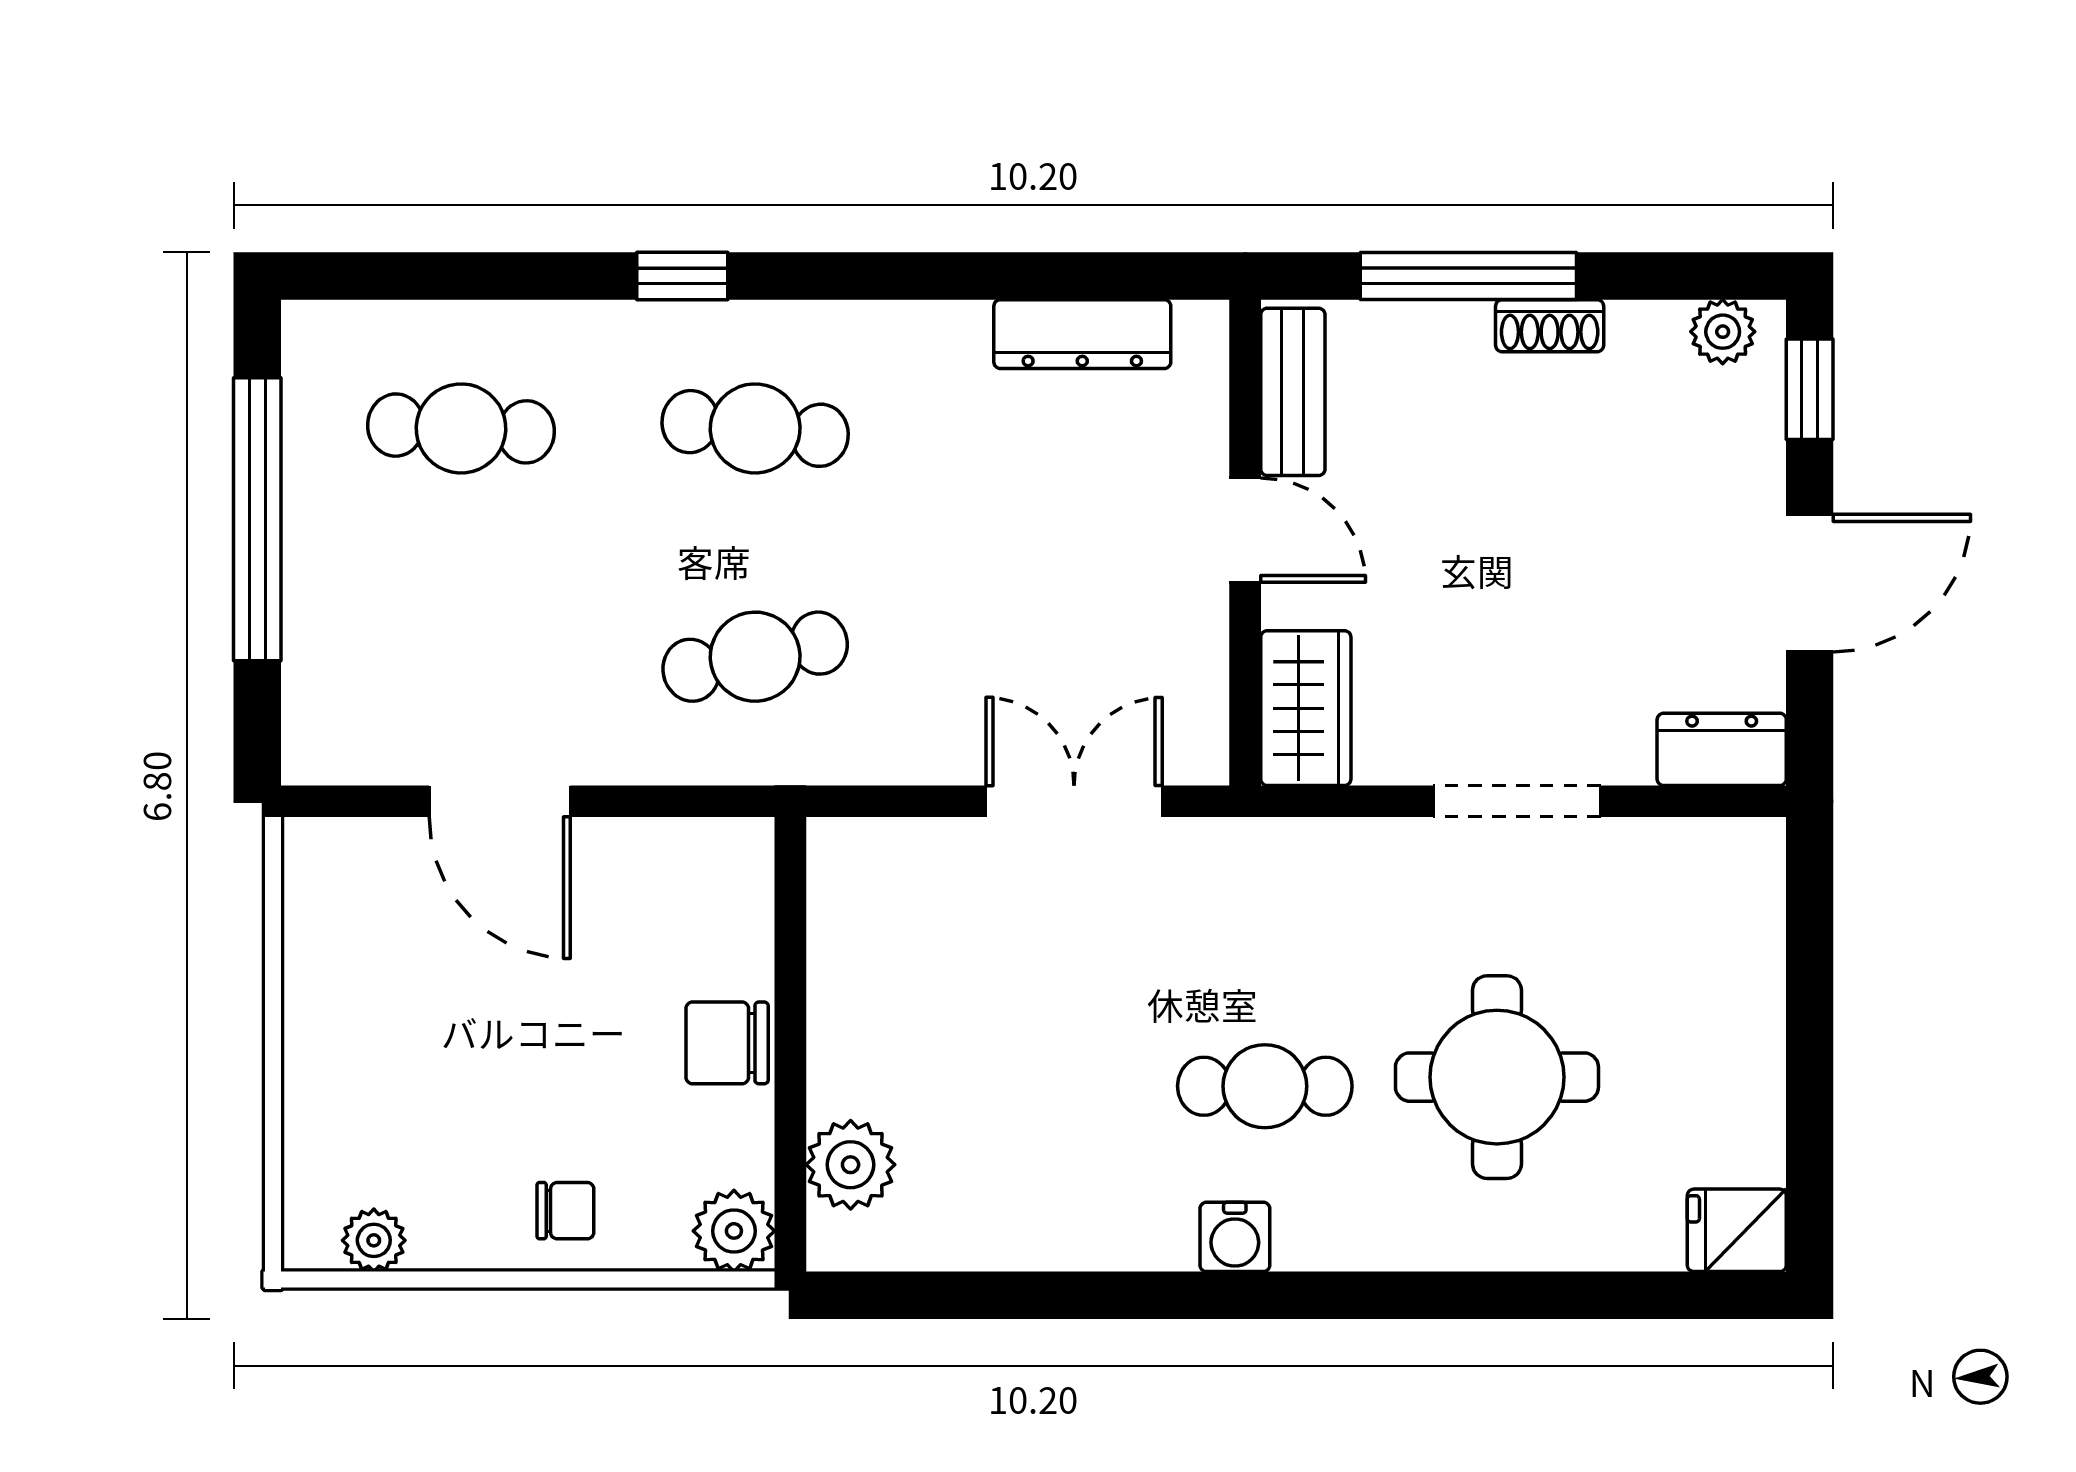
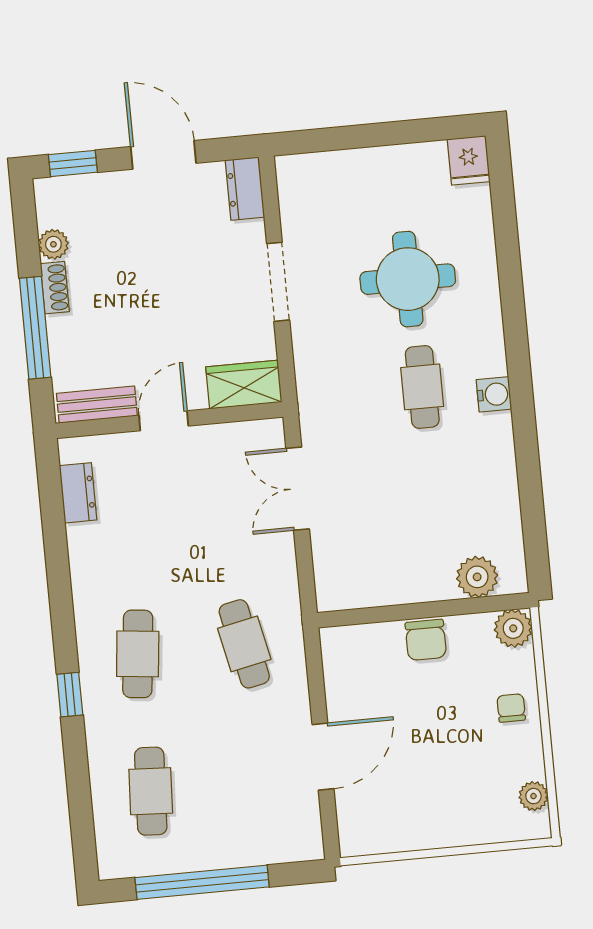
plant: (1723, 332) -> (53, 244), moved
dresser: (1082, 334) -> (78, 493), width x0.70

